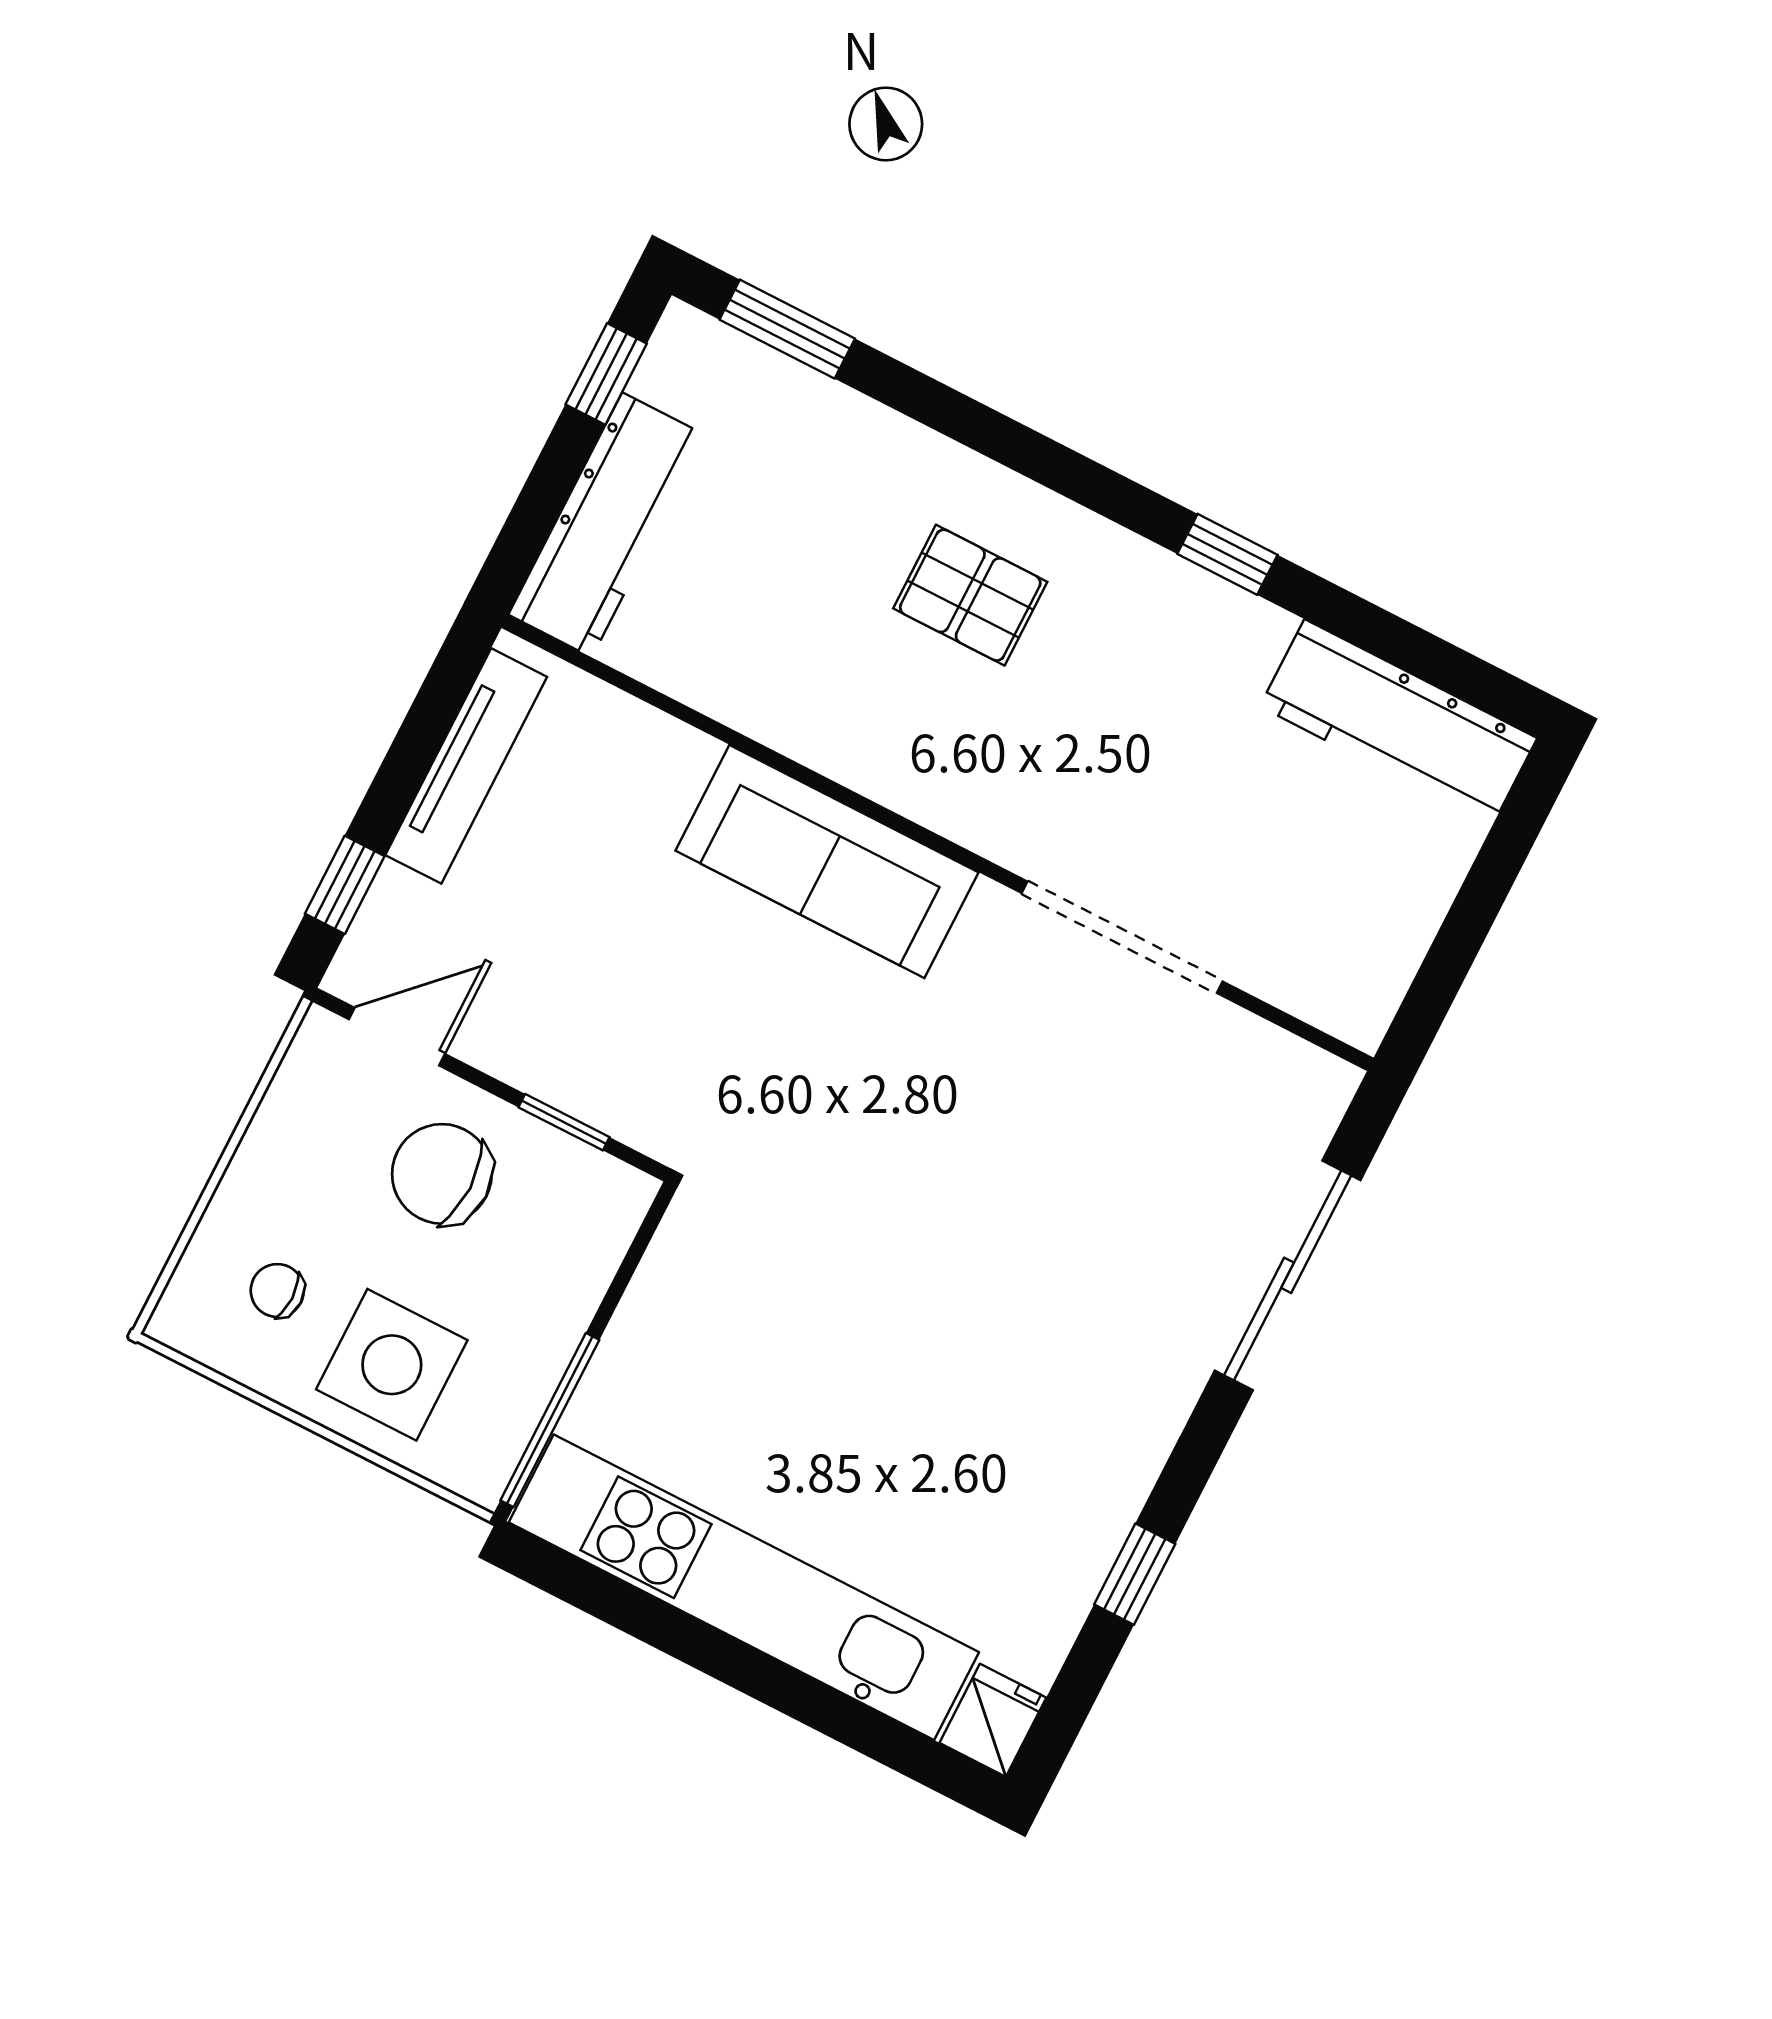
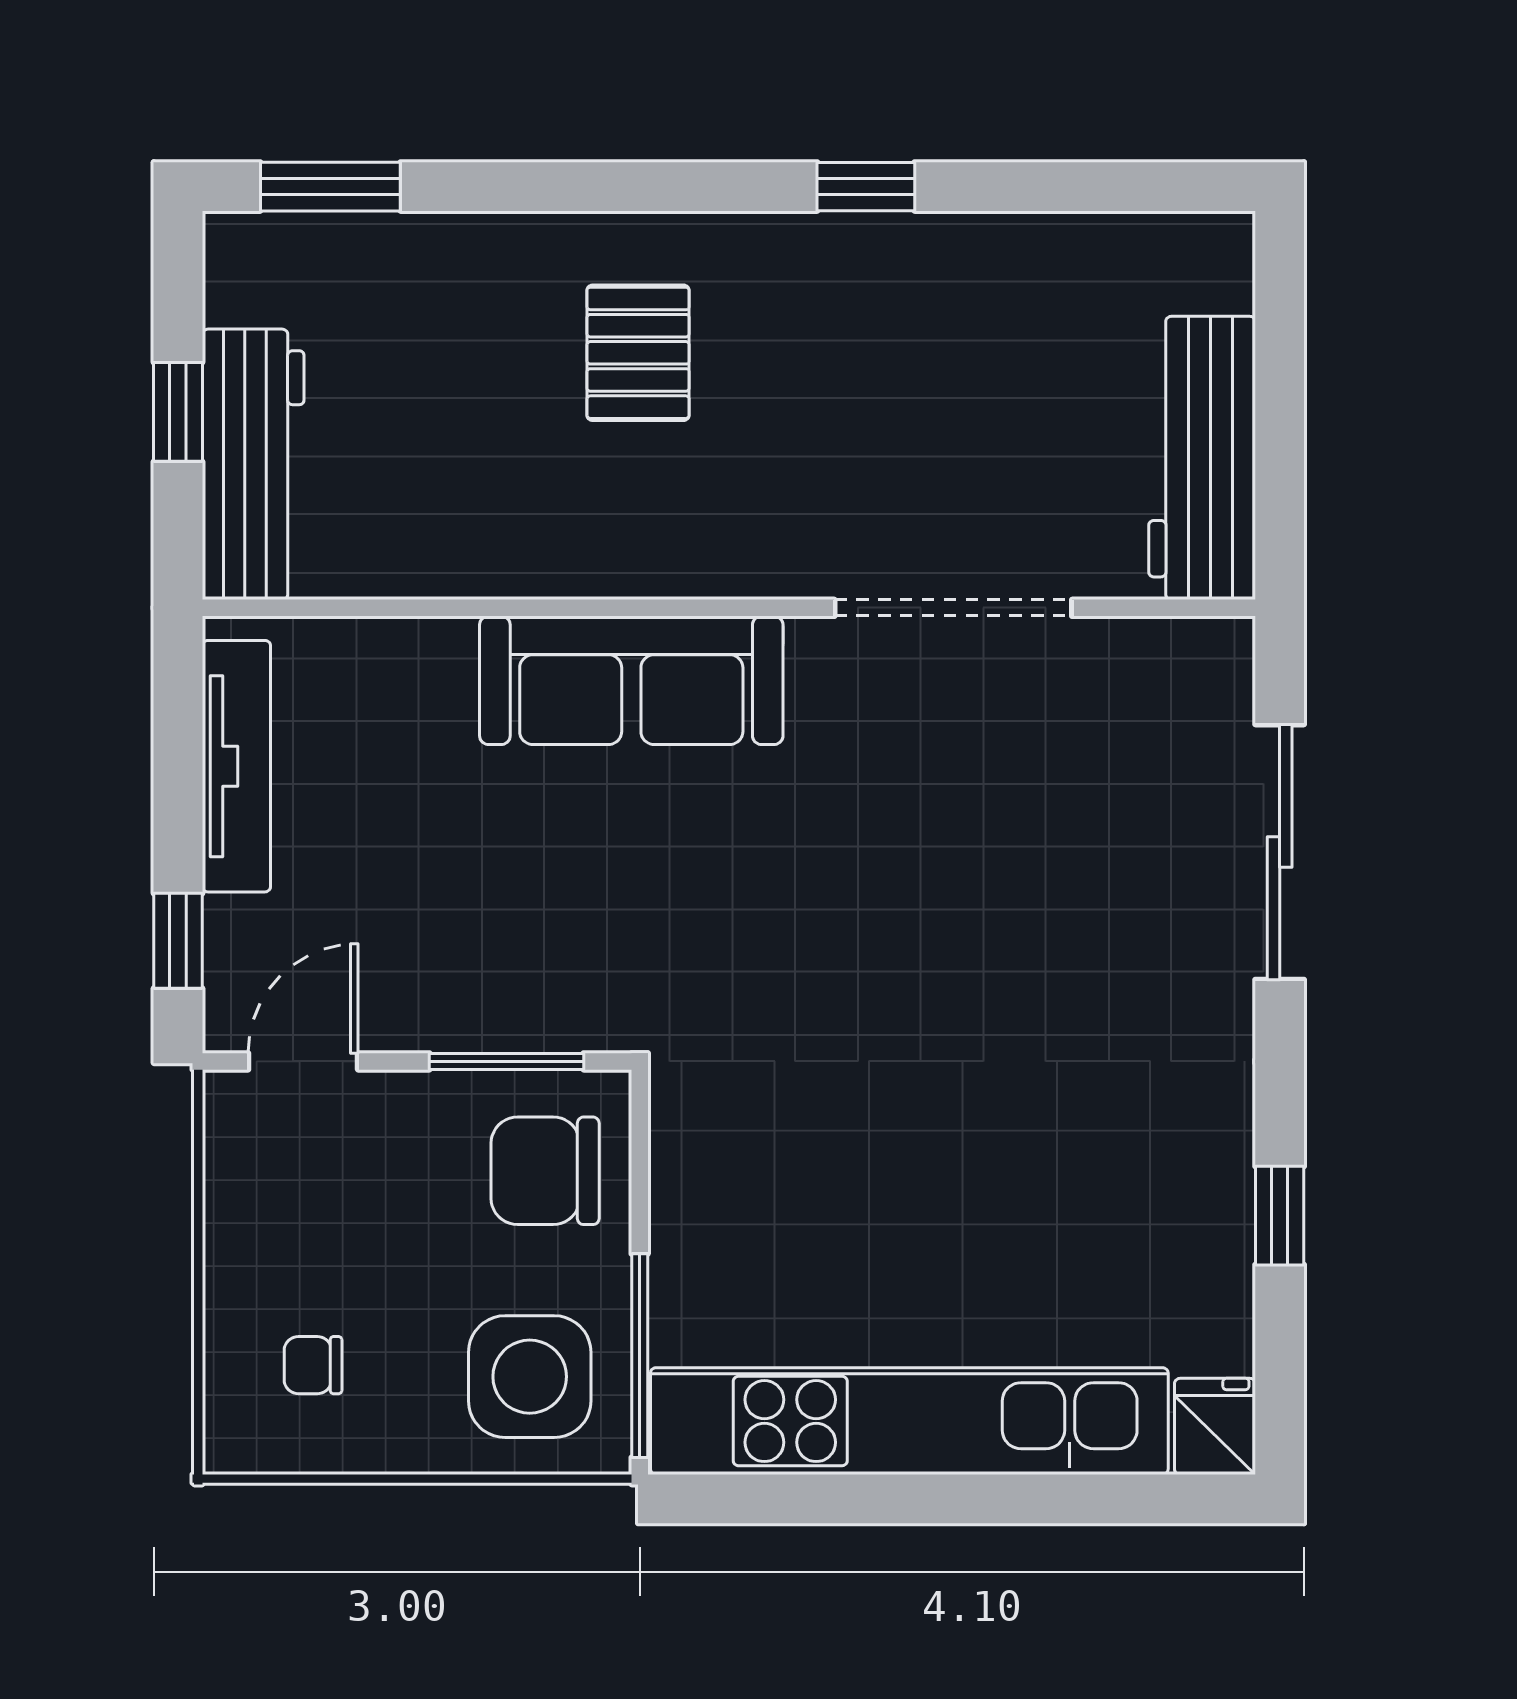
window: (606, 374) -> (178, 412), moved
pallet: (970, 595) -> (638, 353), turned 90
workbench: (1398, 722) -> (1202, 458), moved, turned 90
window: (564, 1122) -> (506, 1061), width x1.50
chair: (442, 1174) -> (545, 1171), moved
side table: (392, 1365) -> (530, 1377), moved

